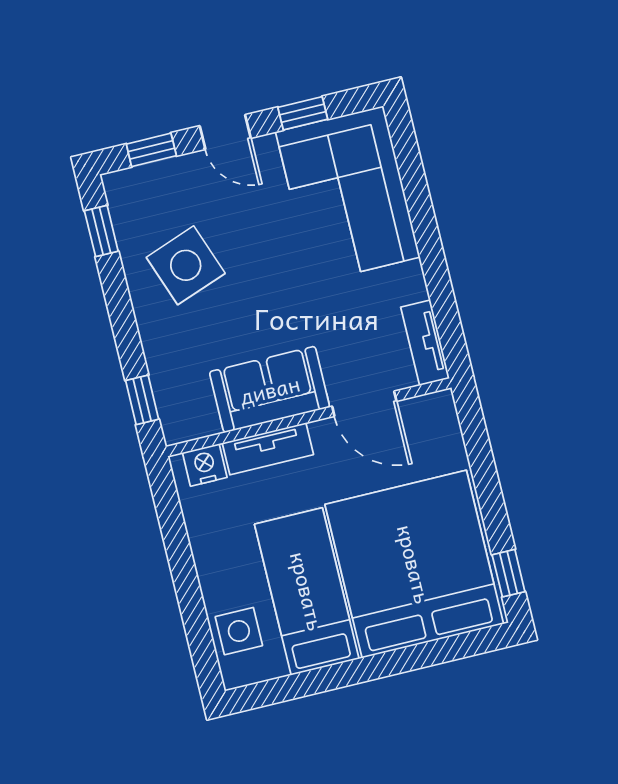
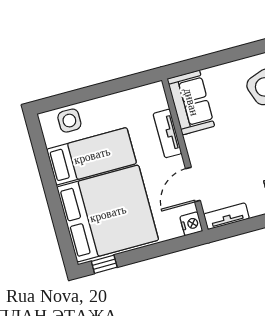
sofa: (270, 390) -> (191, 102), moved
window: (142, 400) -> (192, 65), removed
nightstand: (205, 465) -> (191, 224), moved

